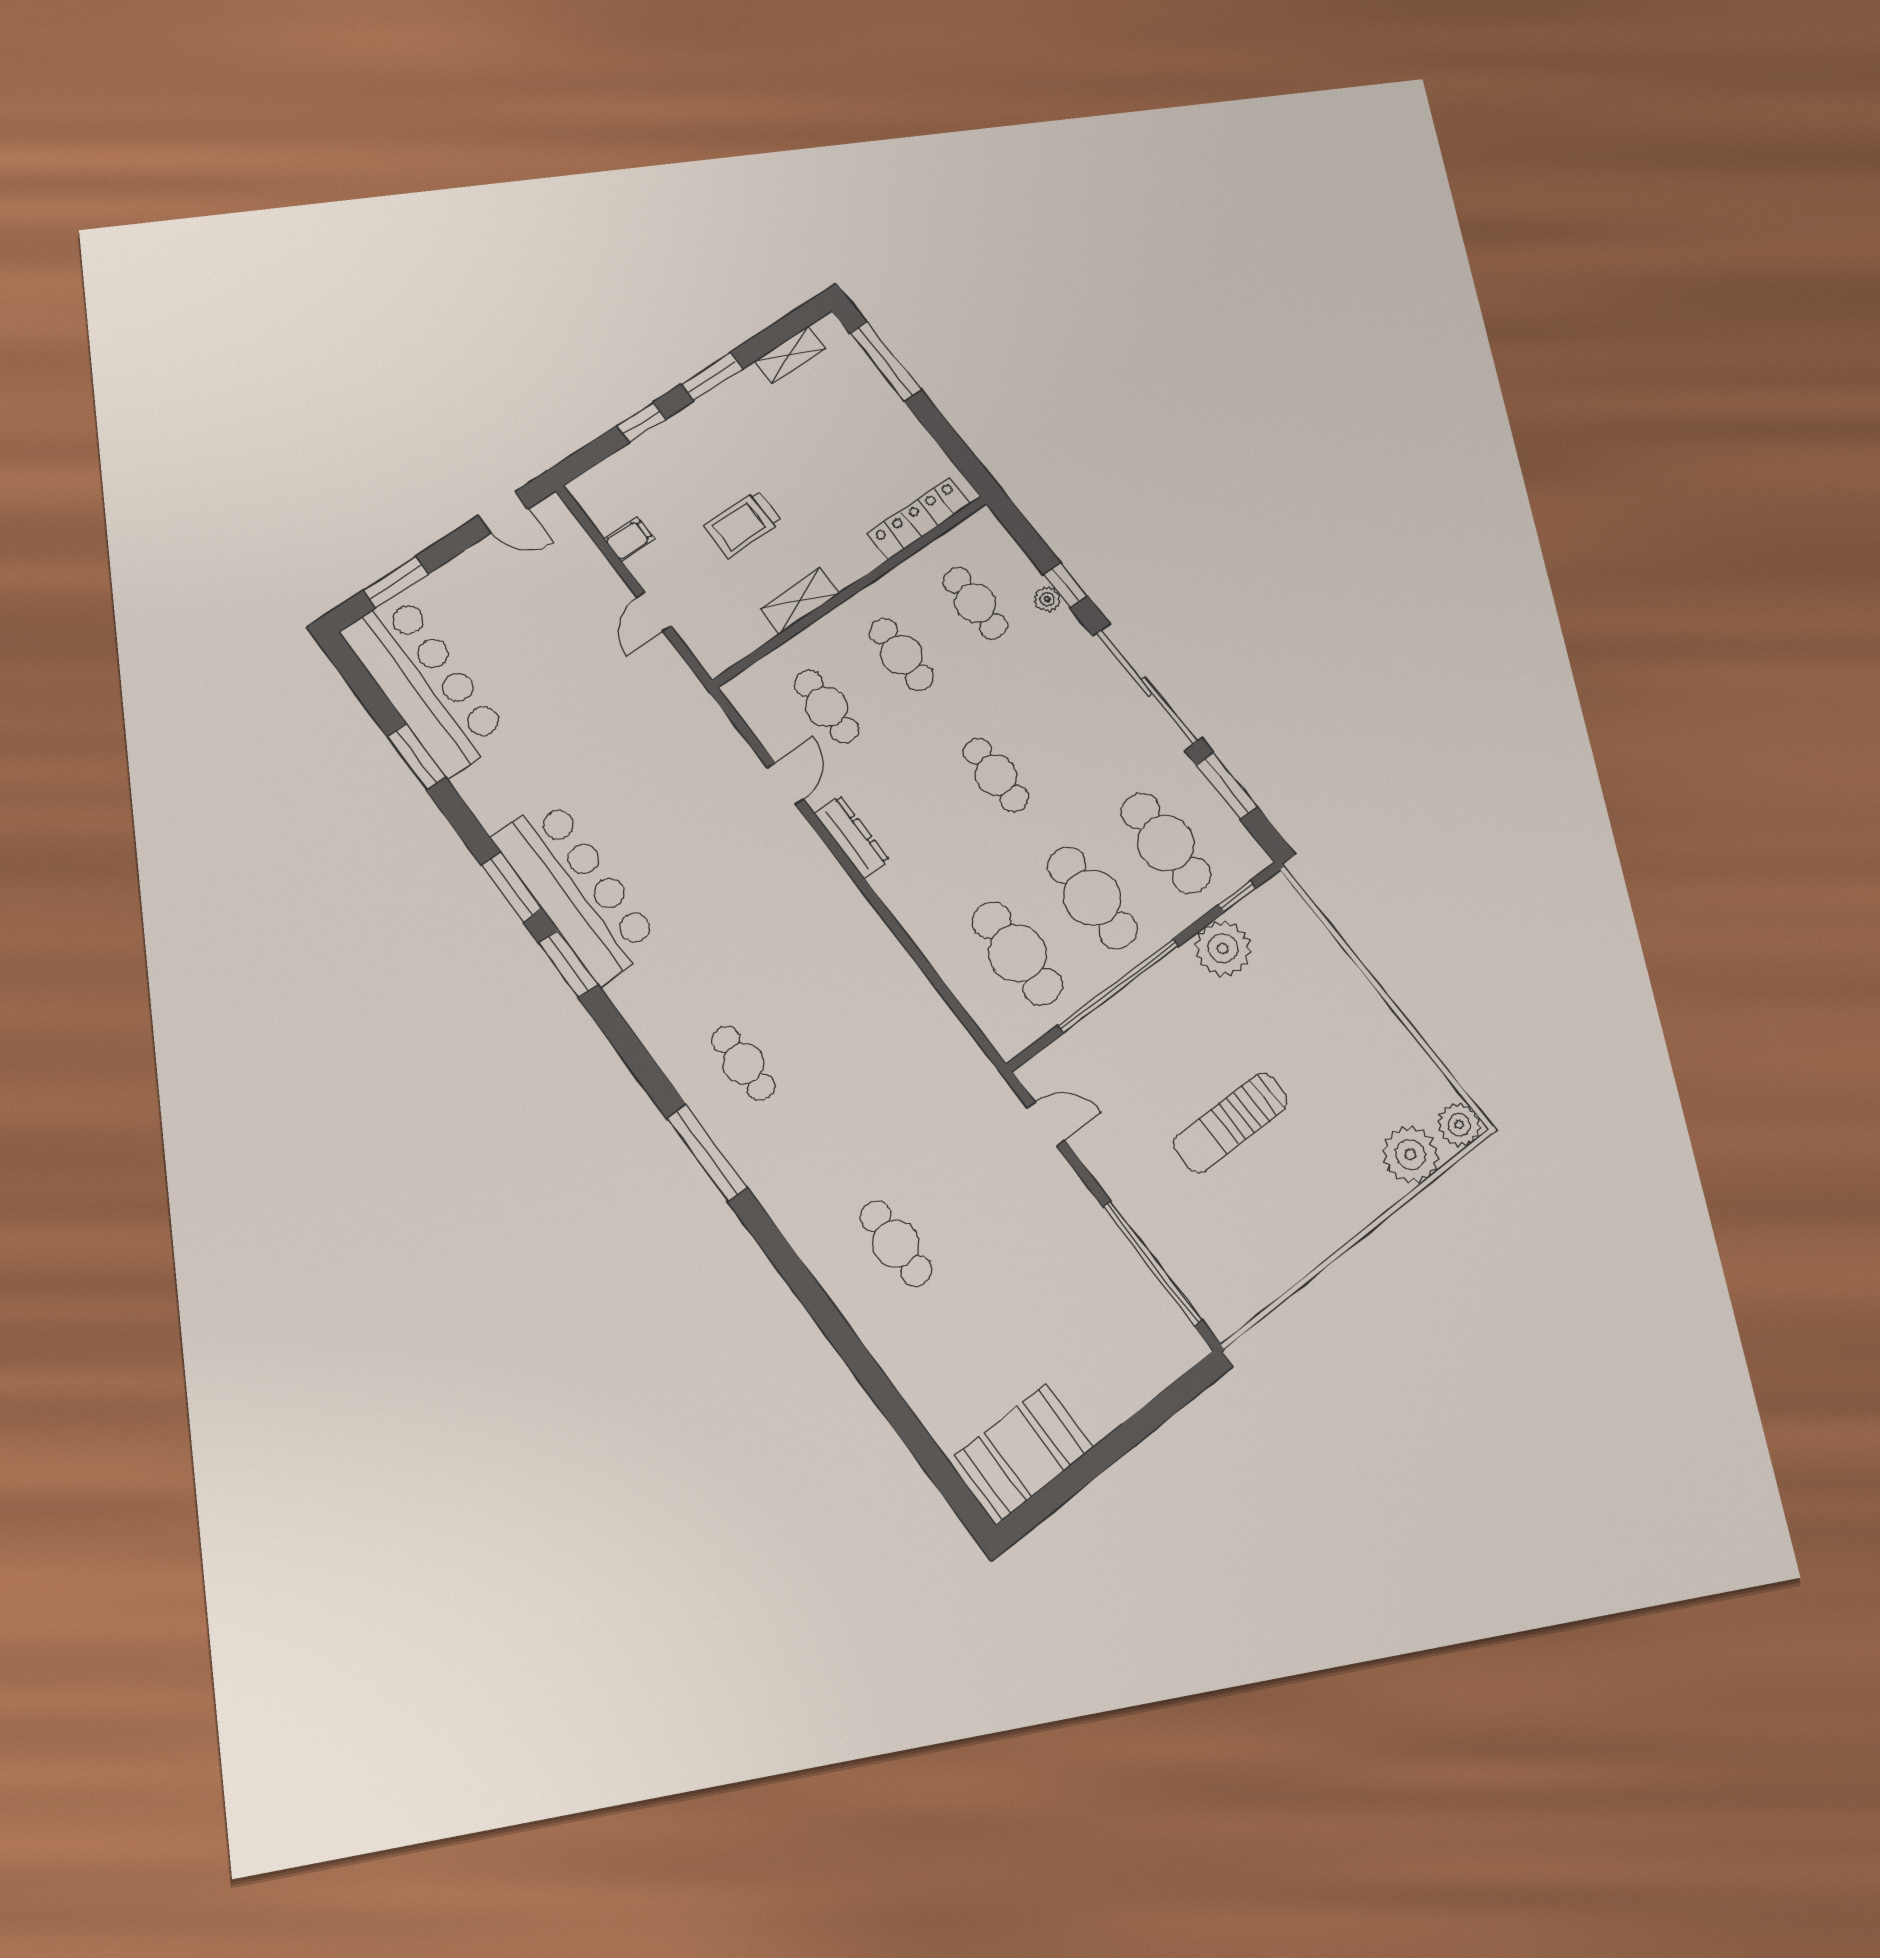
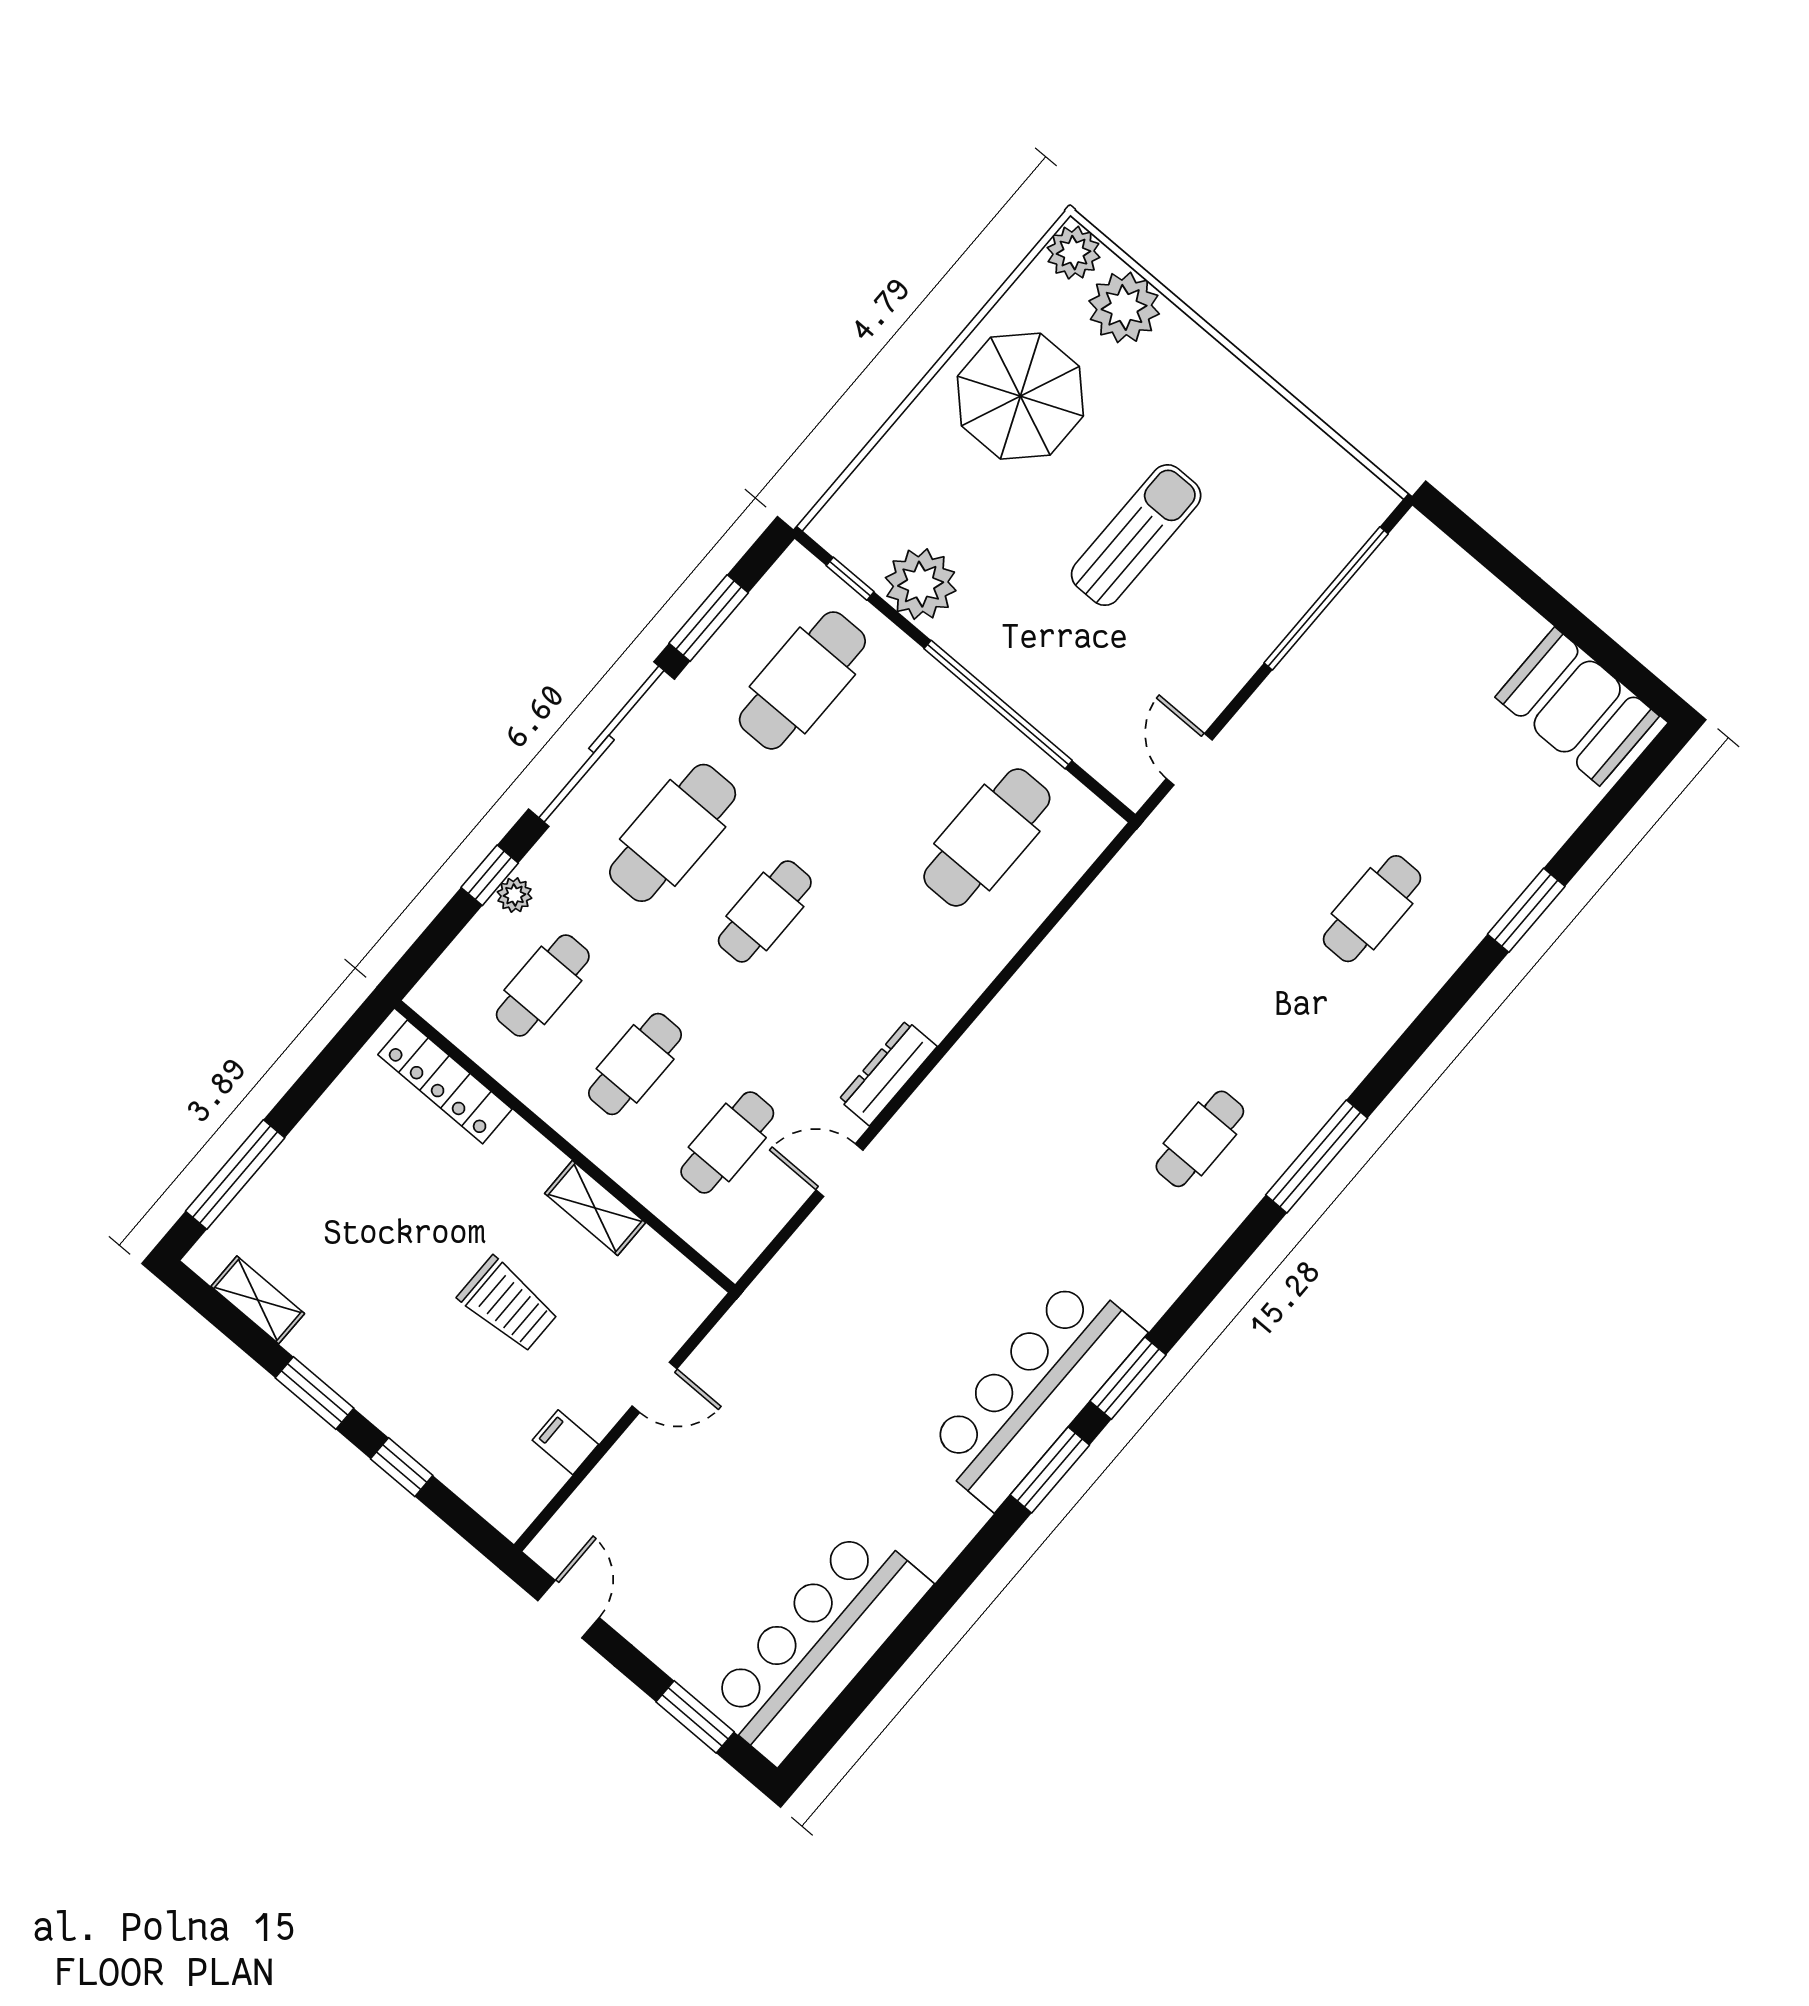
window: (416, 757) -> (1526, 910), moved
cafe table: (1092, 898) -> (673, 833), moved
parasol: (1354, 1058) -> (1020, 396), added
sun lounger: (1230, 1123) -> (1136, 535), turned -90

